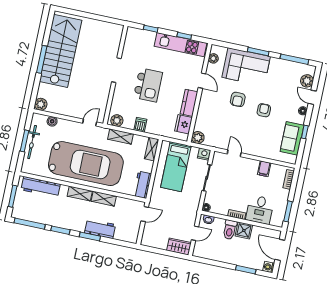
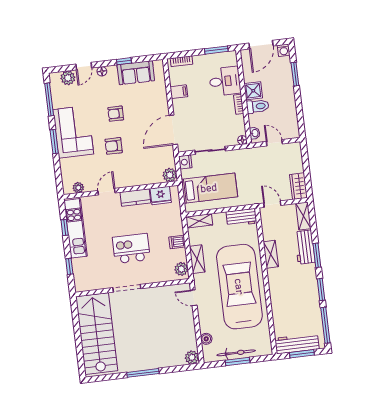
stairs: (61, 51) -> (97, 334), moved, turned 90
corner sofa: (246, 67) -> (73, 132), moved
armchair: (238, 99) -> (114, 146), turned 180
door: (234, 153) -> (173, 130), width x1.88
workbench: (41, 187) -> (297, 344), moved, turned -90
shelving: (80, 194) -> (303, 216), moved
wardrobe: (179, 246) -> (298, 186), moved

